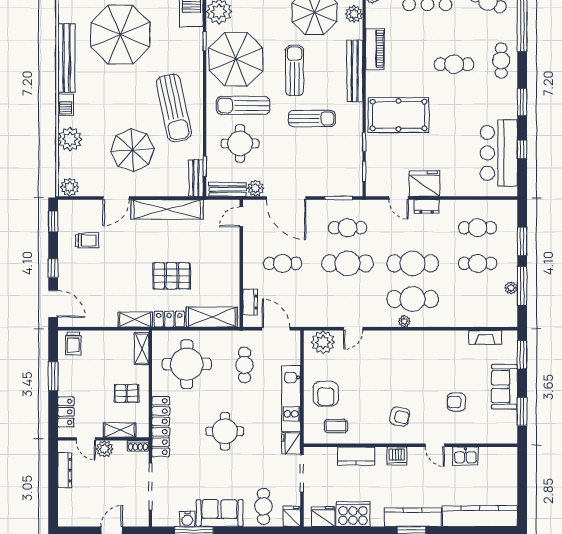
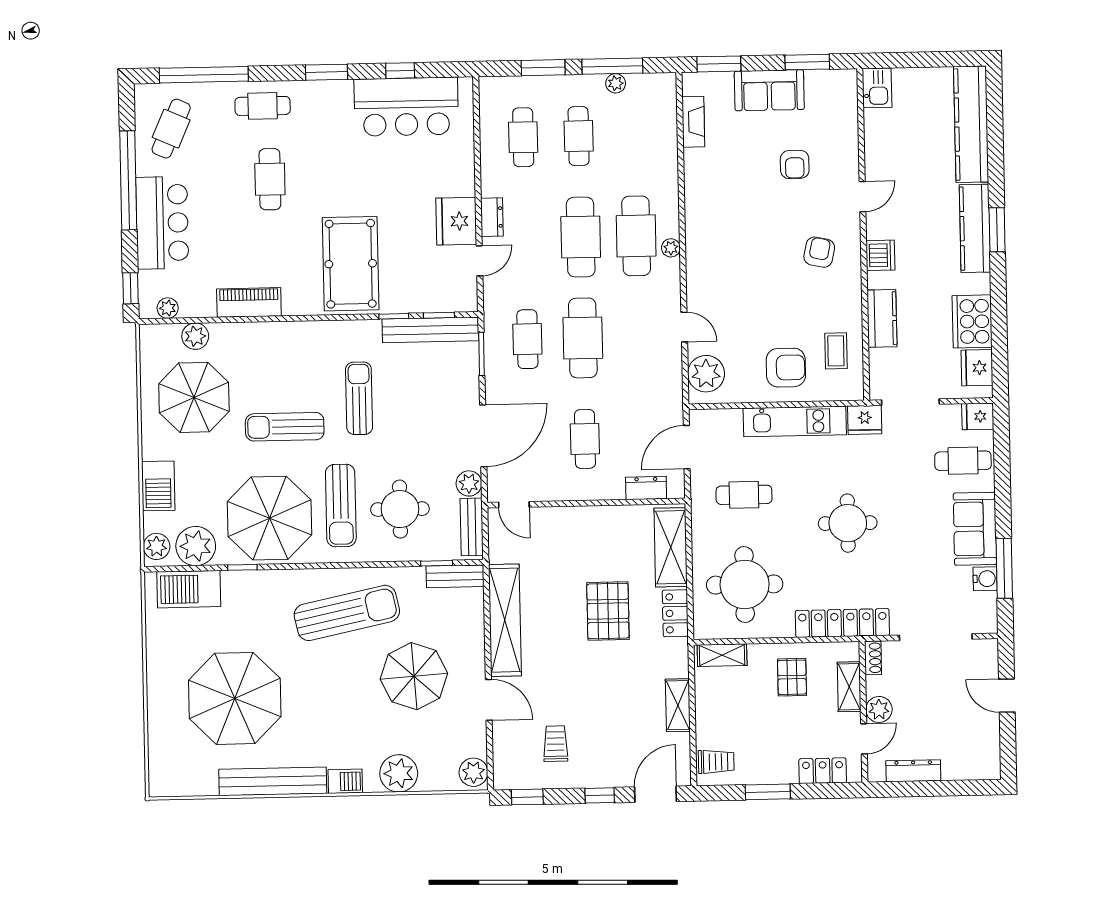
bench: (355, 71) -> (430, 330), moved
shelving: (135, 320) -> (678, 705), moved
kitchen sink: (465, 456) -> (877, 88), moved

